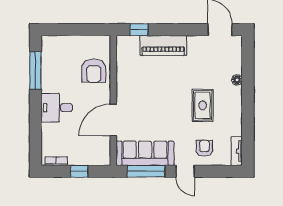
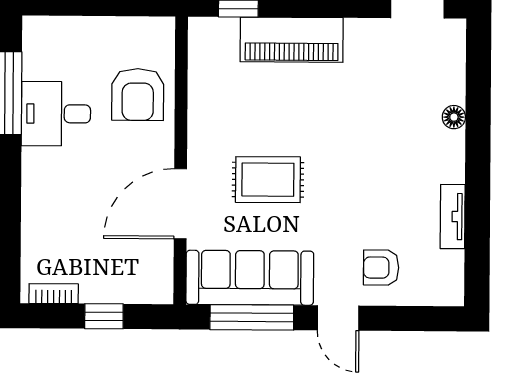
rug: (203, 105) -> (268, 180), moved, turned 90
desk: (57, 108) -> (56, 114), moved
armchair: (204, 148) -> (381, 268), turned -90
tv unit: (237, 151) -> (453, 217), moved

